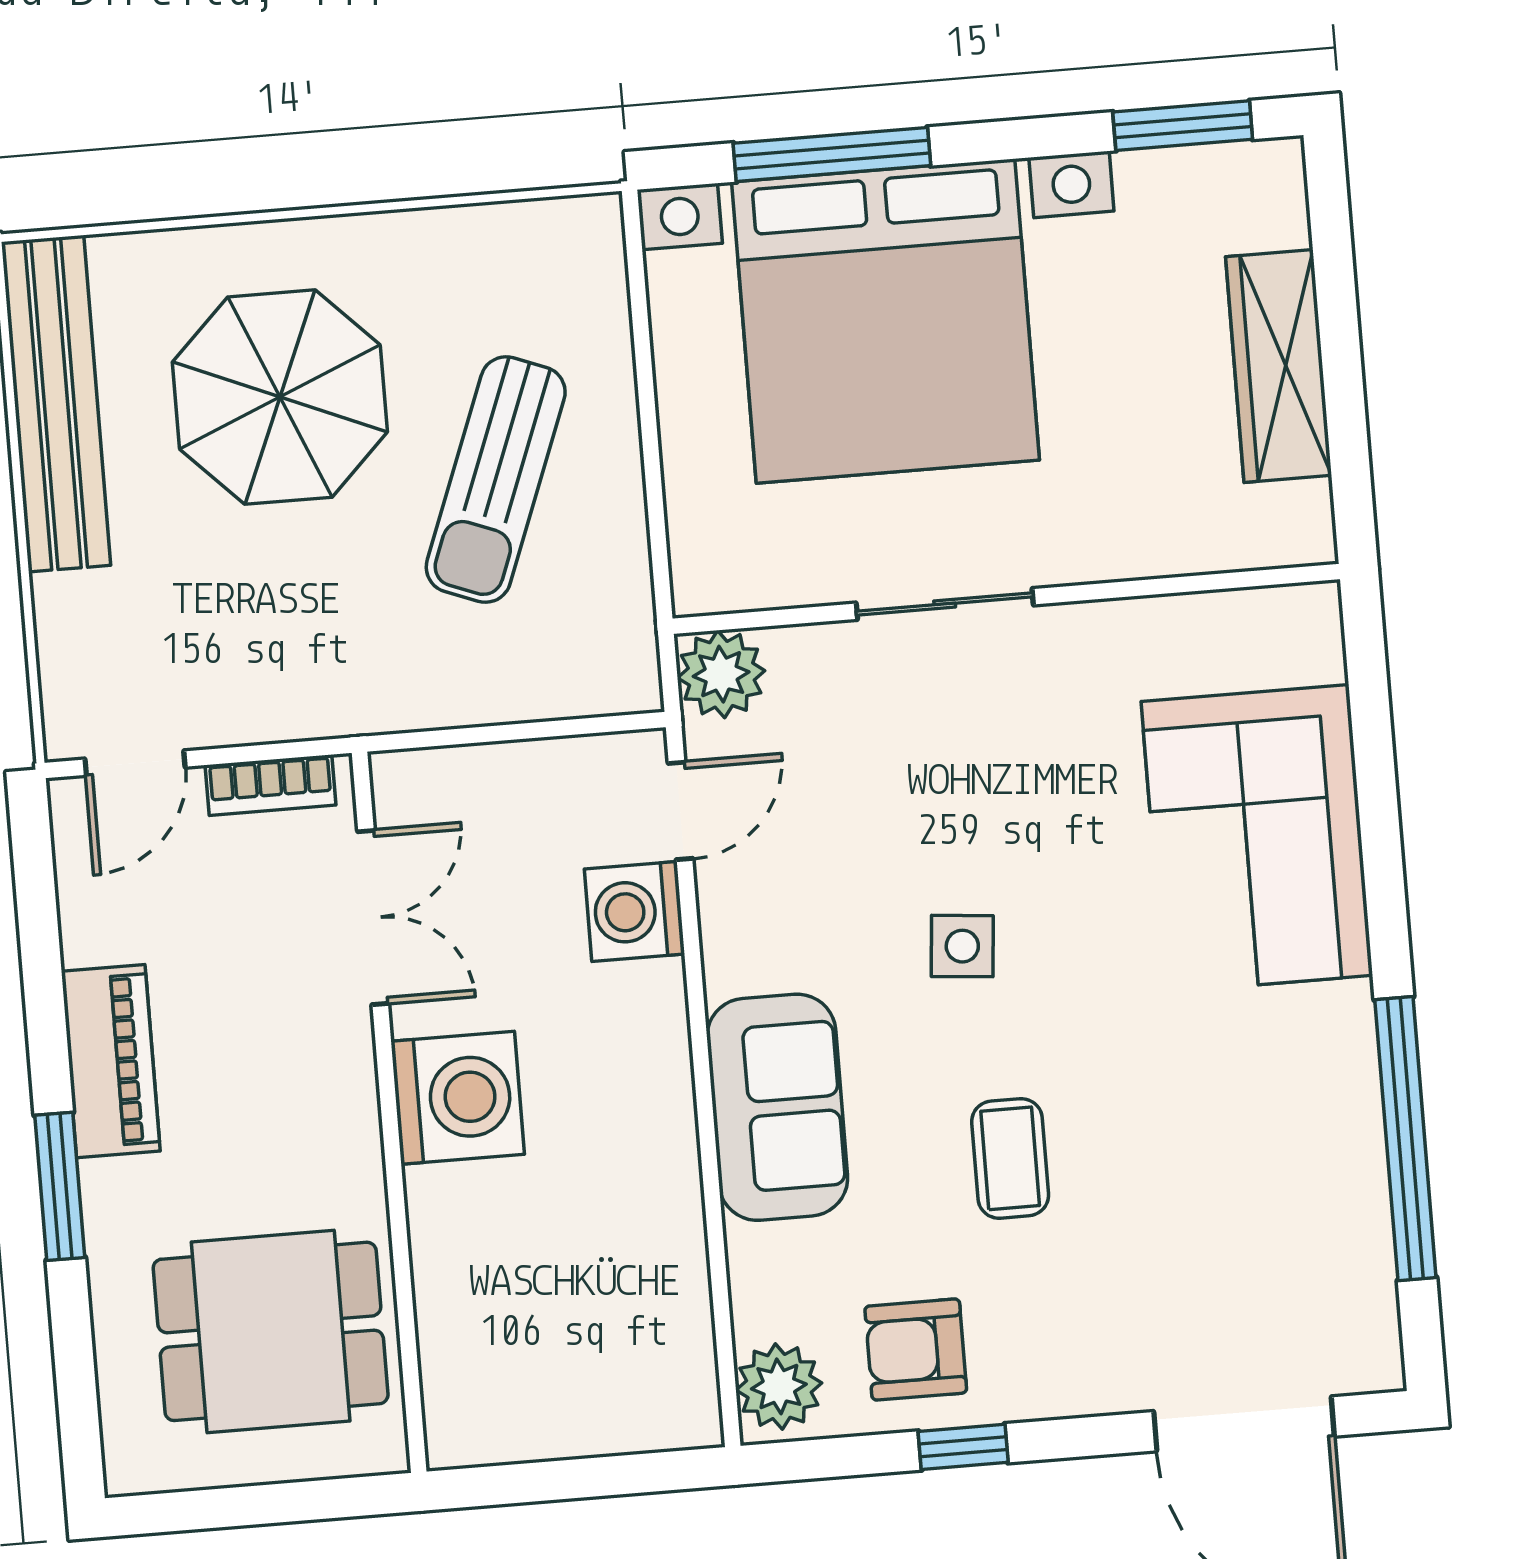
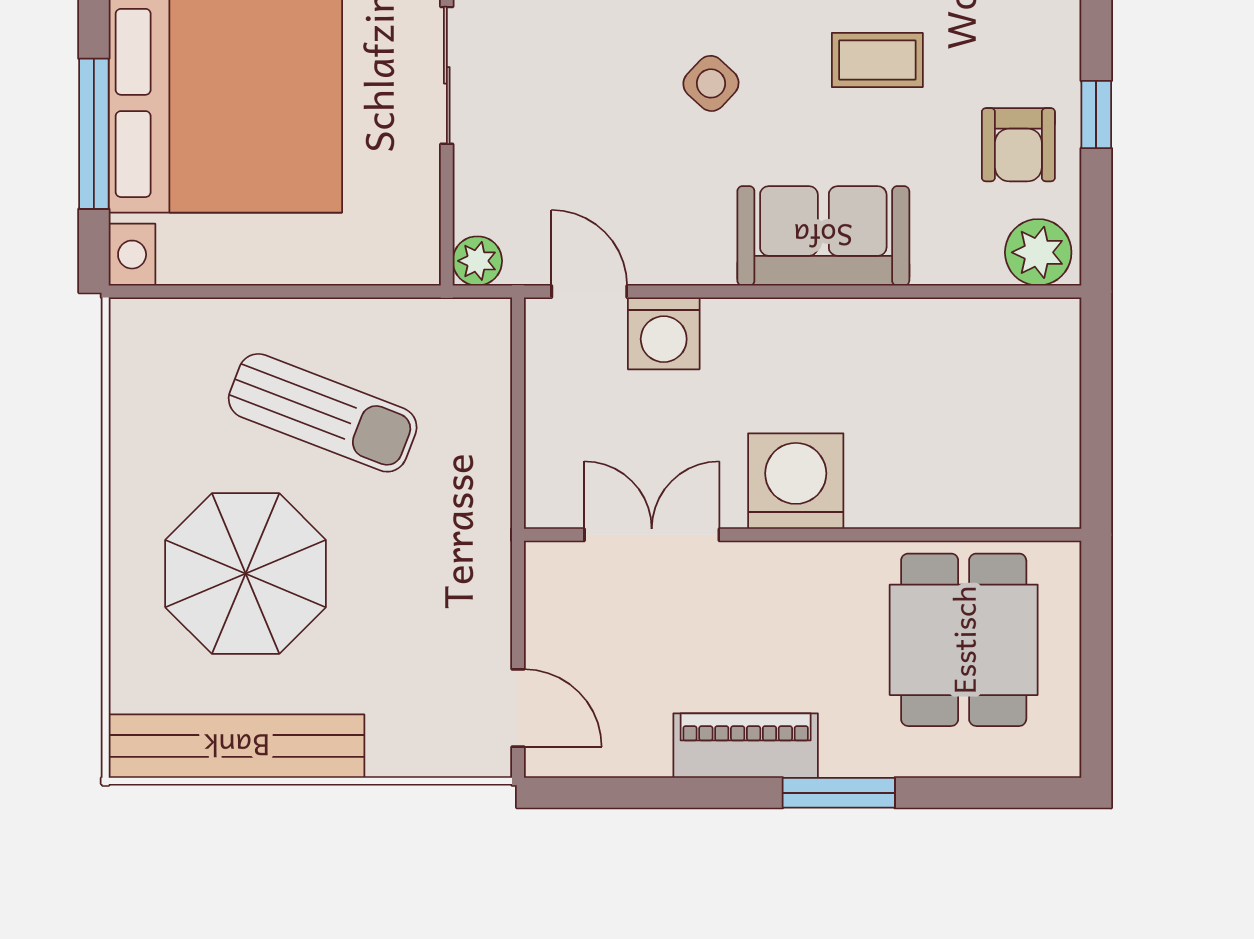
plant: (721, 674) -> (477, 261), width x0.73, depth x0.73
bookcase: (271, 785) -> (543, 605), removed
side table: (962, 946) -> (711, 83), turned 38

